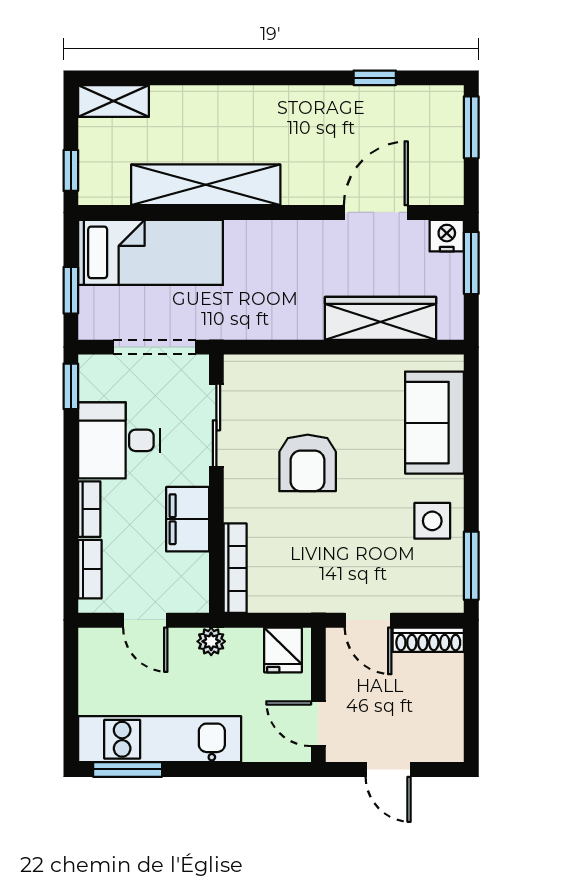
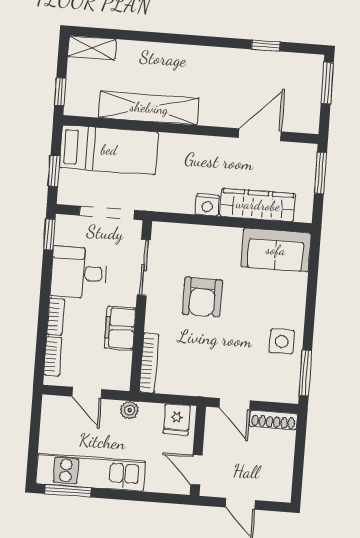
nightstand: (447, 236) -> (207, 205), moved, turned 180
sofa: (435, 423) -> (276, 250), moved, turned -90

